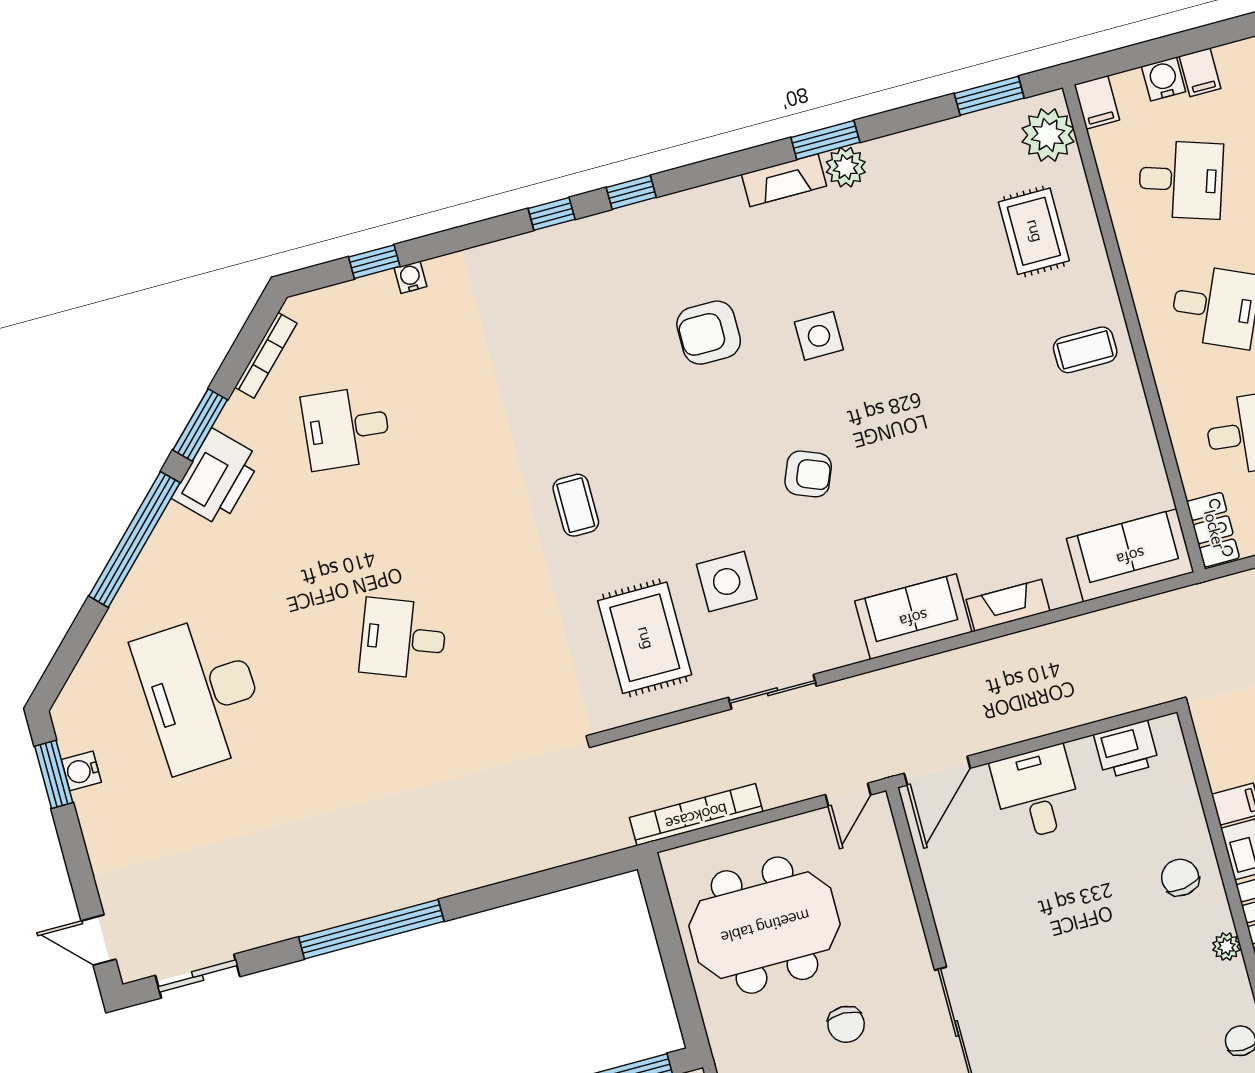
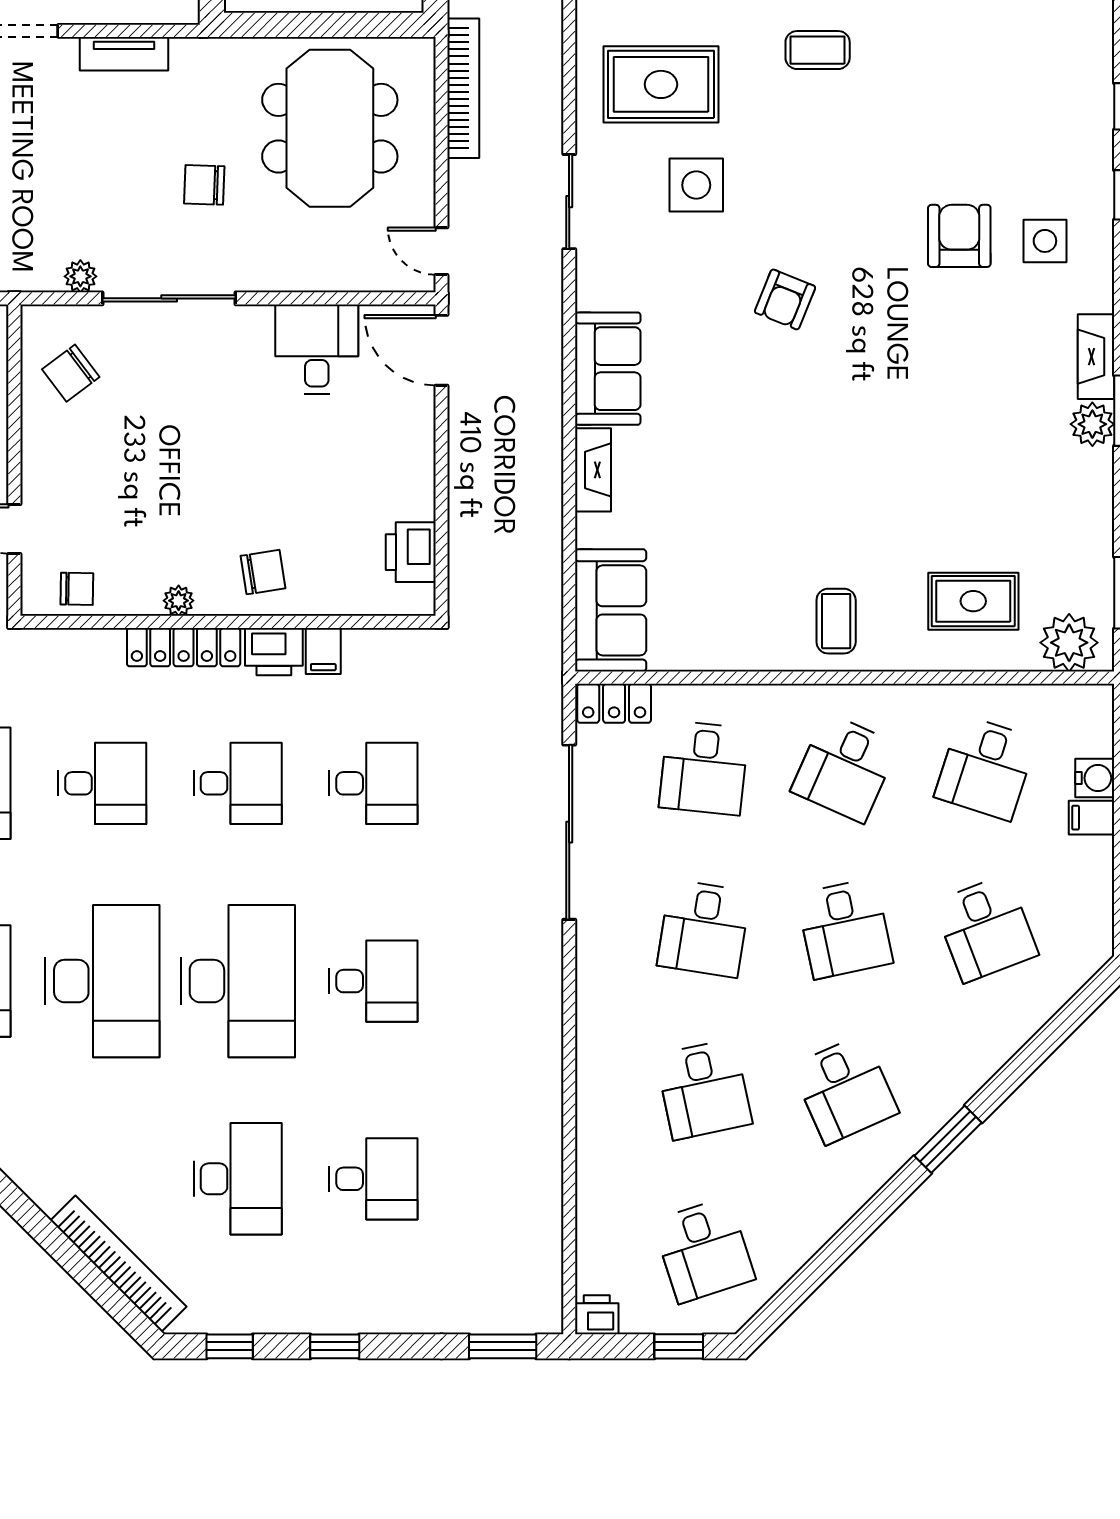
filing cabinet: (1097, 102) -> (1089, 702), removed
side table: (819, 336) -> (1045, 241), moved
desk: (1037, 793) -> (317, 349), moved, turned -90

